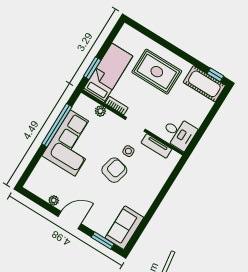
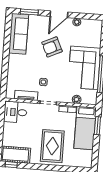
rug: (157, 72) -> (52, 146), turned 90
armchair: (114, 170) -> (52, 47), moved, turned 51
sofa: (124, 228) -> (19, 34), width x1.36

